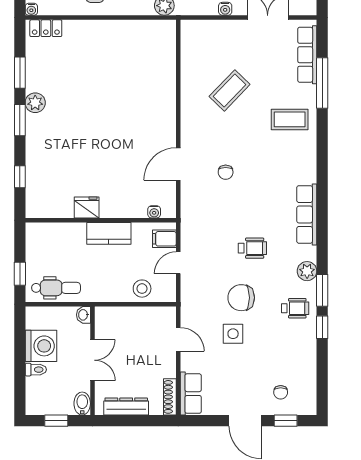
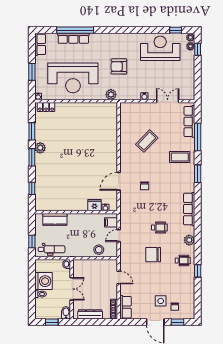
fridge: (87, 207) -> (94, 205), moved
kitchen counter: (109, 233) -> (55, 219), moved
window: (322, 290) -> (198, 174), moved
side table: (233, 334) -> (161, 301), moved

